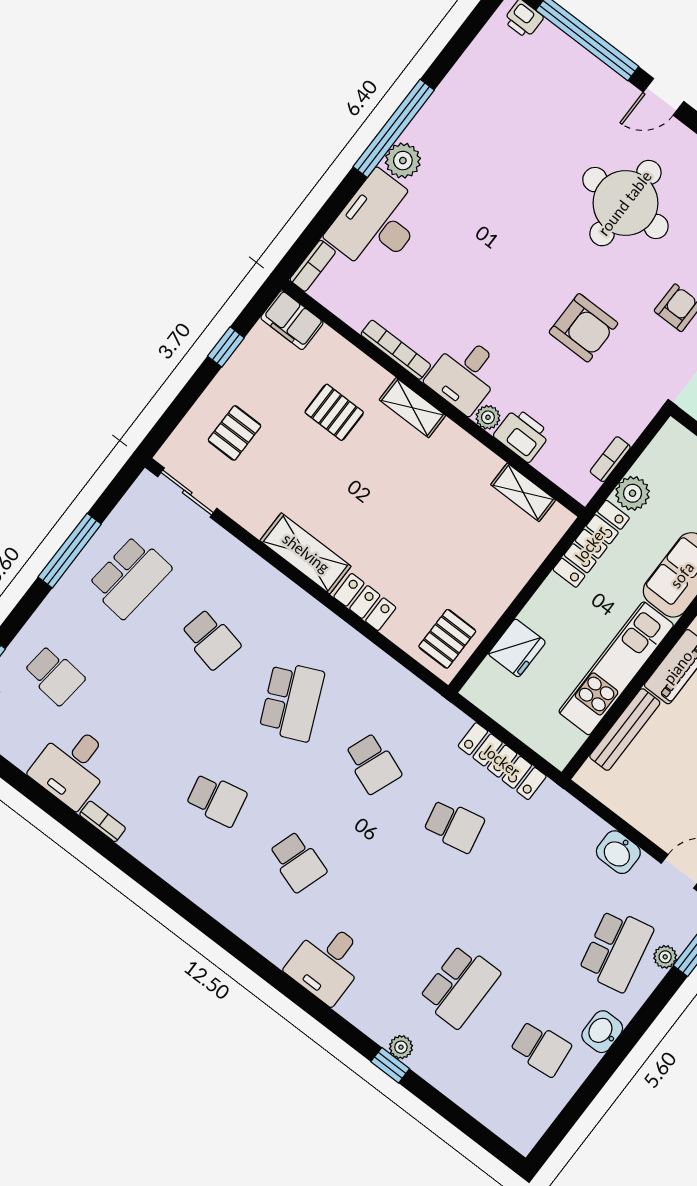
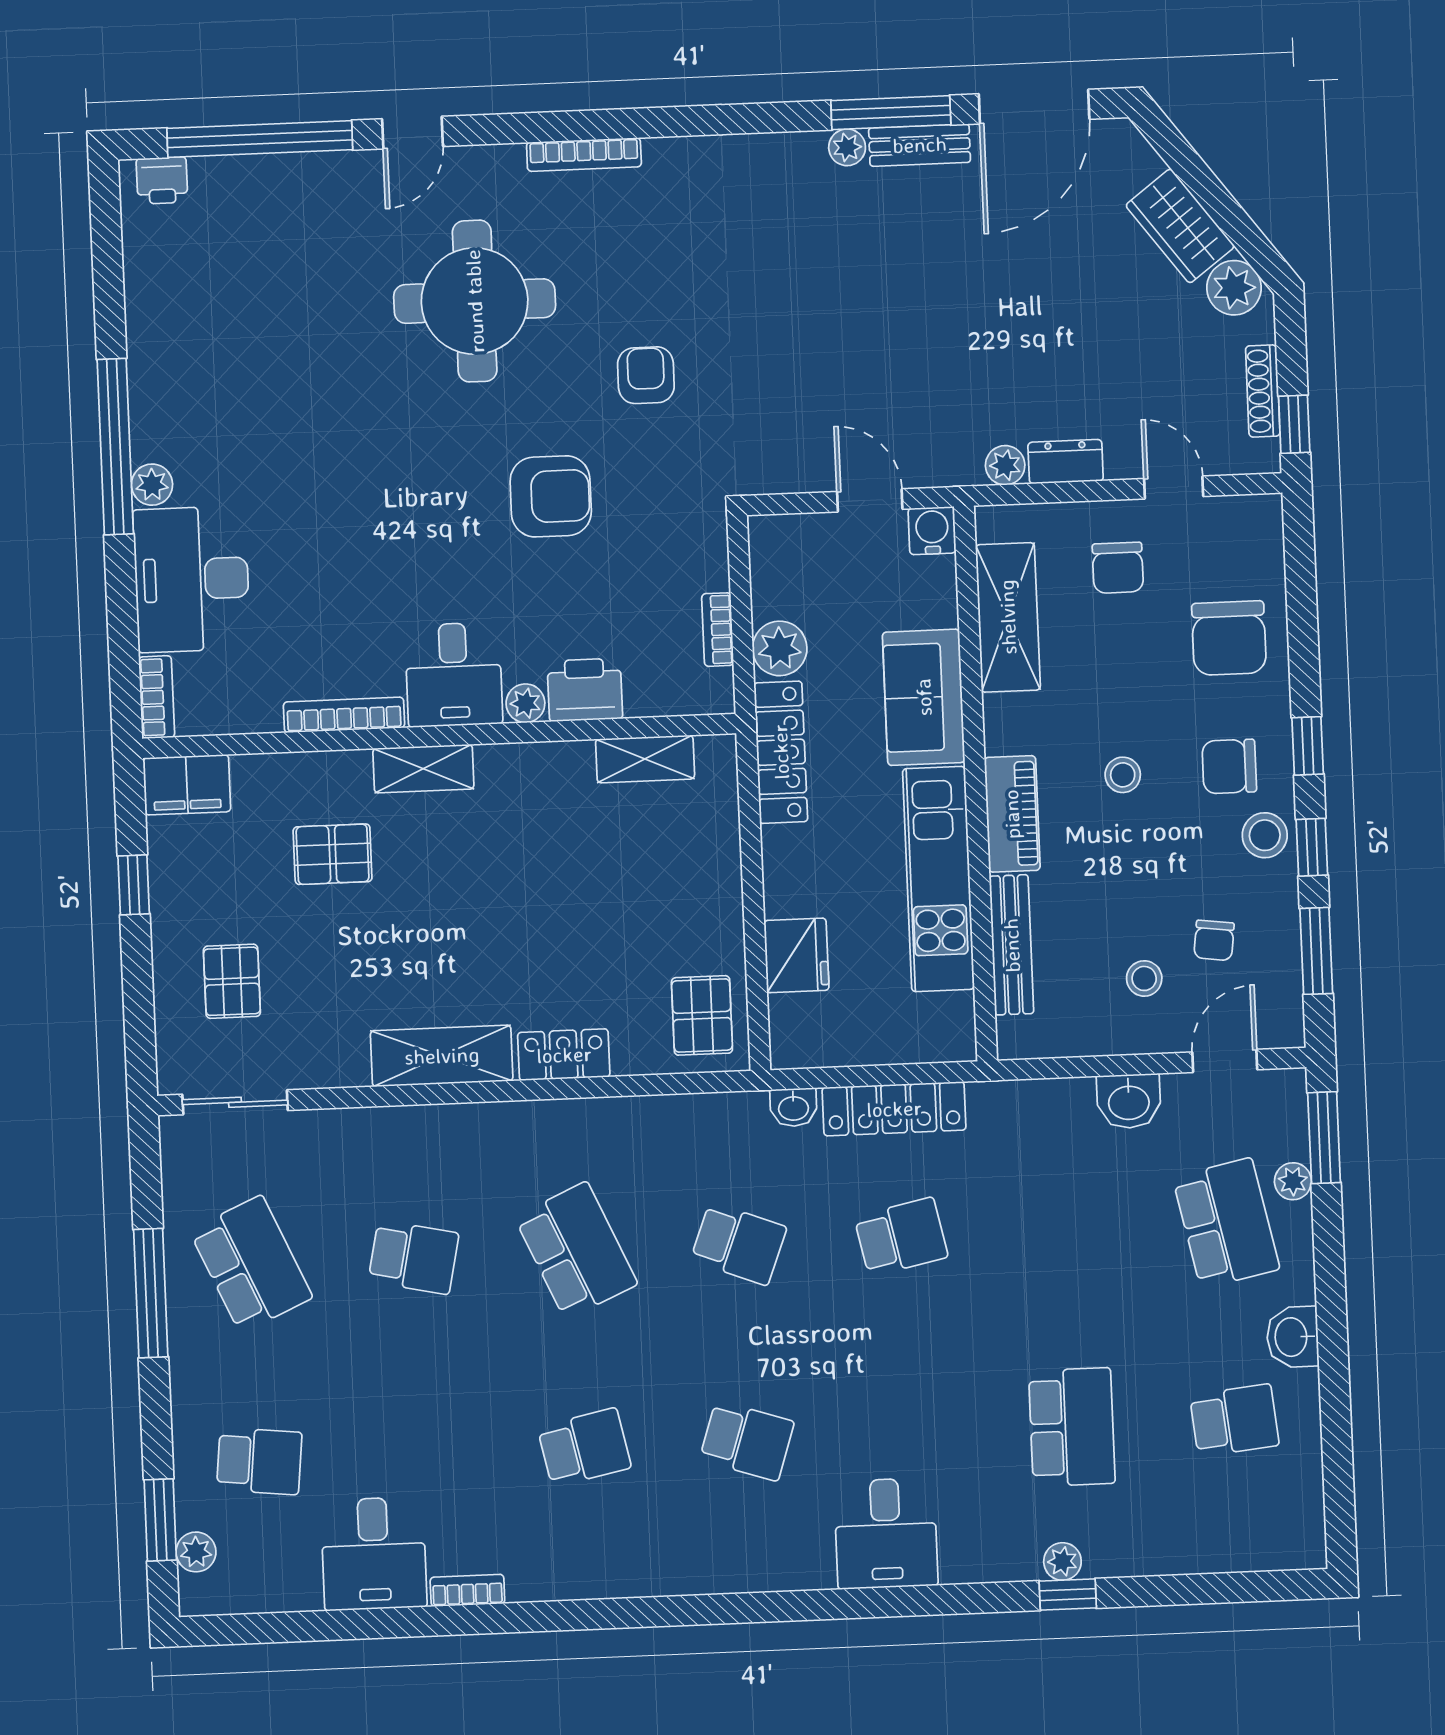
plant: (403, 161) -> (152, 485), width x0.73, depth x0.73
school desk: (130, 577) -> (251, 1264), turned -30
washbasin: (454, 720) -> (793, 1107), added
stool: (675, 799) -> (1144, 978), added

